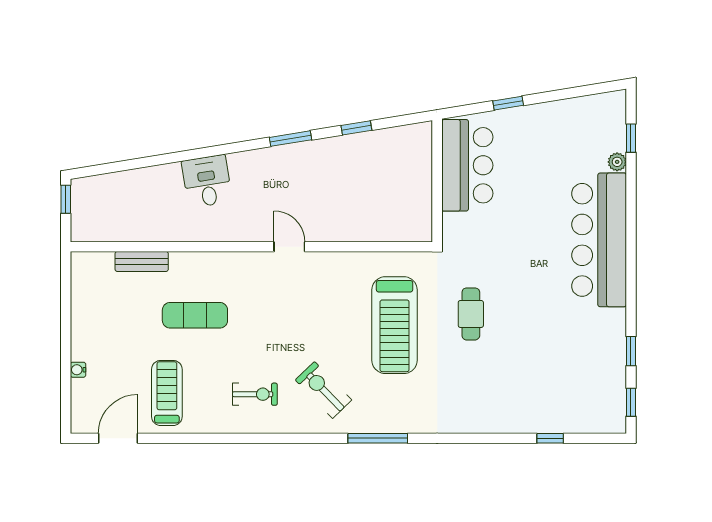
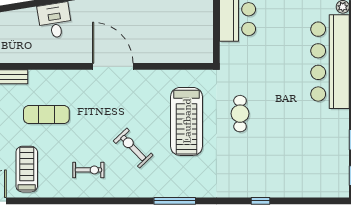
door: (289, 247) -> (113, 66), width x1.87
exercise bike: (323, 390) -> (133, 148), moved
window: (550, 438) -> (261, 201), moved

